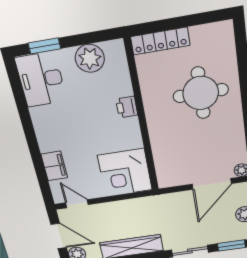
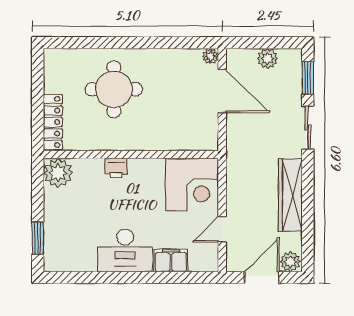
plant: (90, 58) -> (58, 173), moved
desk: (41, 79) -> (125, 250), moved
door: (77, 204) -> (222, 229), moved

